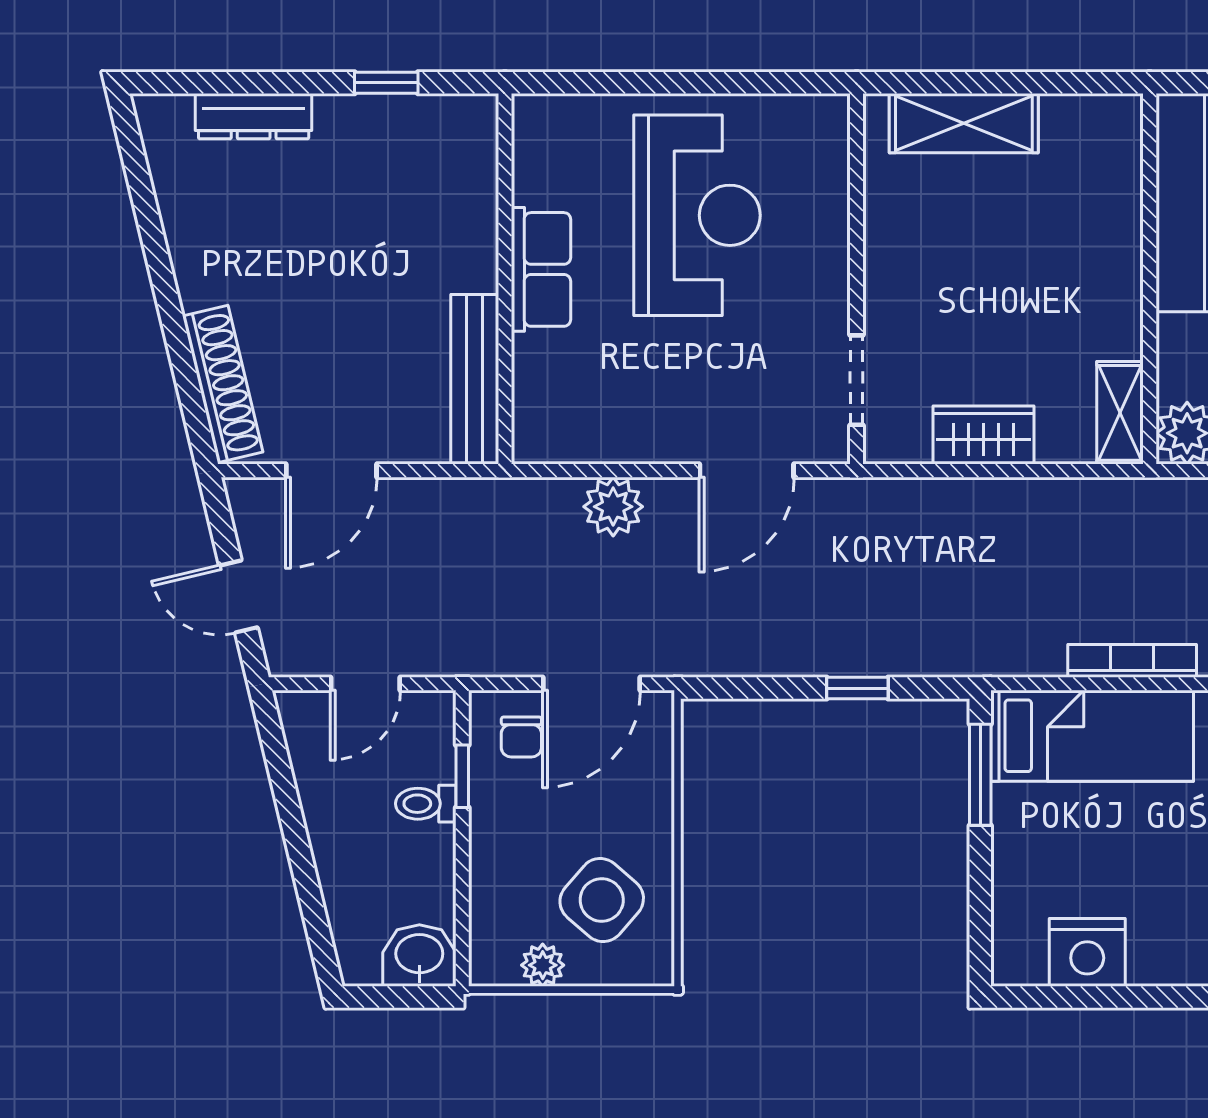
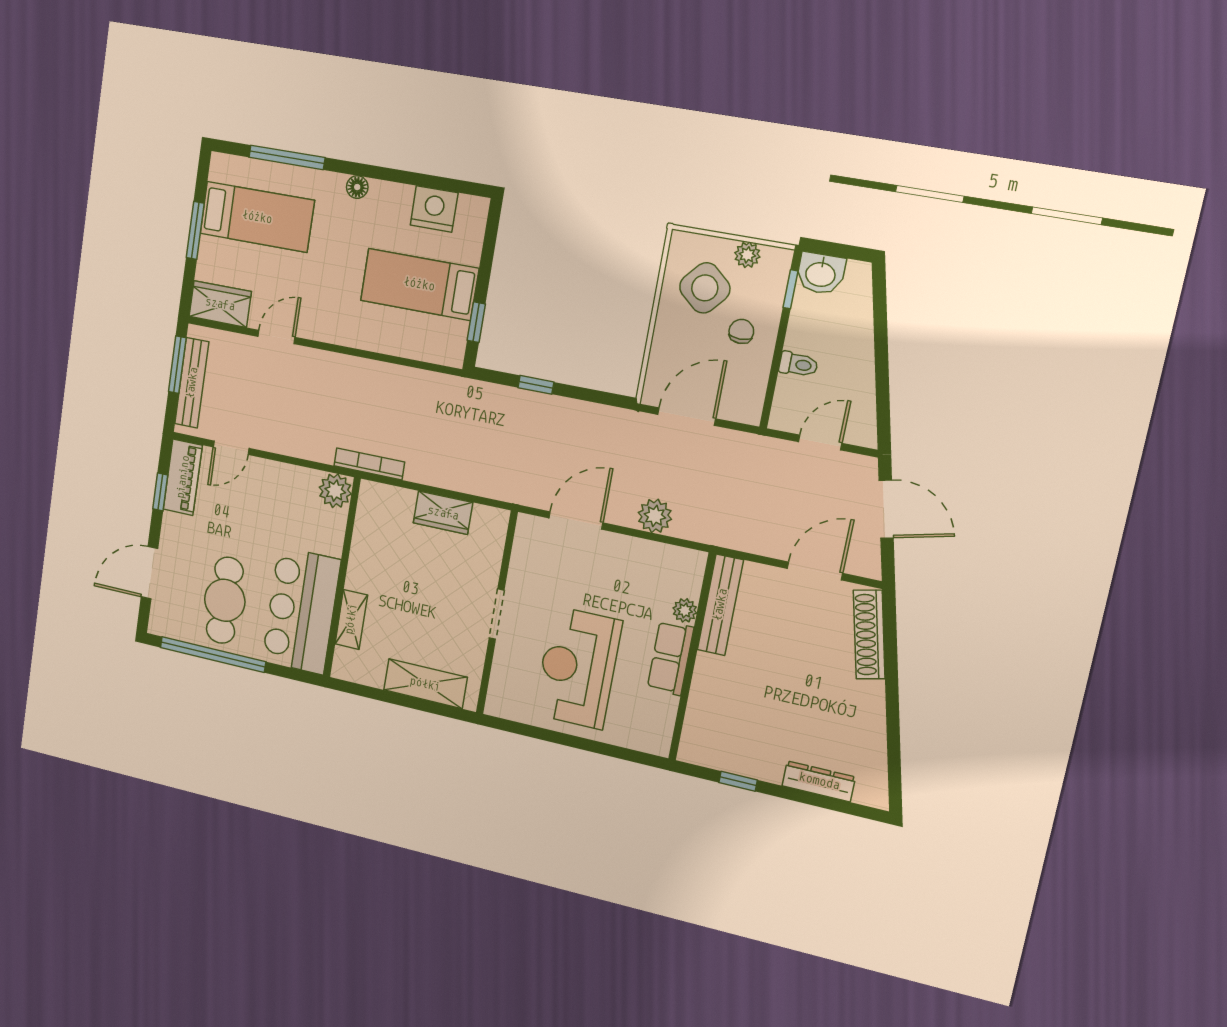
plant: (532, 357) -> (685, 610), added
doorway: (857, 380) -> (497, 614), moved
shelving: (1120, 413) -> (351, 619), moved
door: (238, 597) -> (886, 509), width x1.38
bookcase: (1132, 661) -> (369, 464), moved, turned 180
bed: (1092, 736) -> (419, 284), moved
chair: (521, 737) -> (741, 331), moved
window: (980, 775) -> (476, 322), width x0.67
window: (462, 776) -> (791, 289), moved

